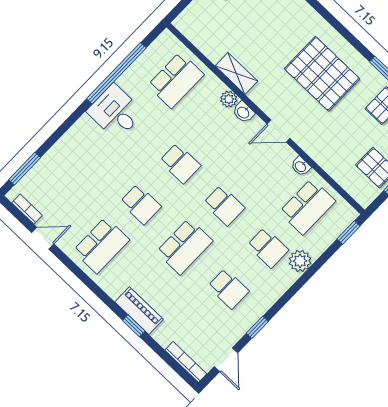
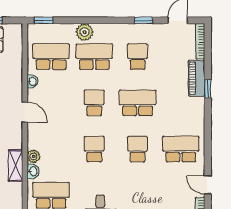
washbasin: (243, 112) -> (33, 171), moved
school desk: (268, 248) -> (94, 57), width x1.85
piano: (139, 311) -> (197, 78), moved

